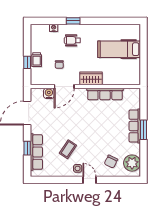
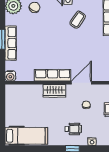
hospital bed: (119, 49) -> (26, 136), moved
water cooler: (49, 93) -> (10, 76), moved
row of seats: (105, 94) -> (53, 75), moved

